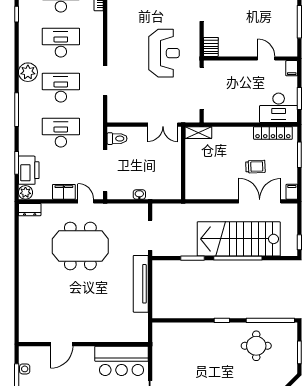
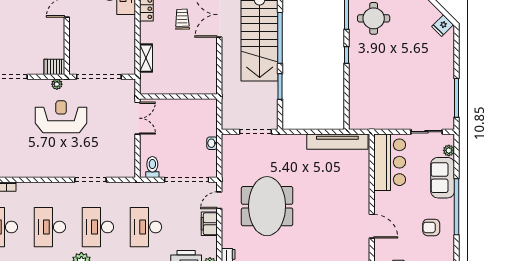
plant: (195, 49) -> (57, 84), added
shelving: (198, 133) -> (146, 58), moved
tv unit: (141, 284) -> (337, 142), moved

